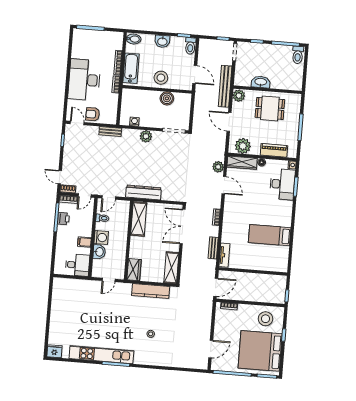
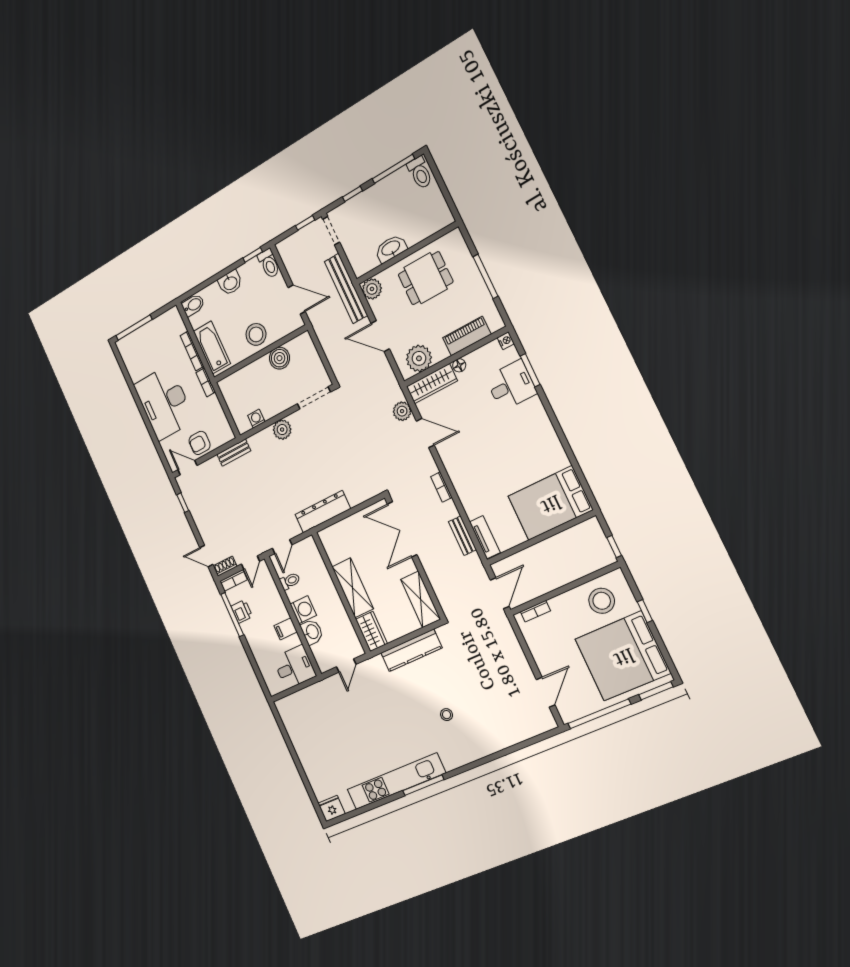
desk: (282, 184) -> (511, 385), width x0.73
shelving: (139, 219) -> (353, 588), moved
bed: (270, 235) -> (550, 503), moved, width x1.50

